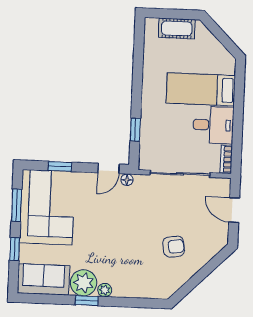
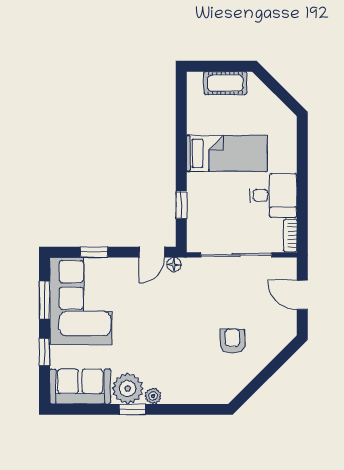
bed: (201, 89) -> (227, 153), moved, turned 180
armchair: (174, 247) -> (232, 341), turned -81

